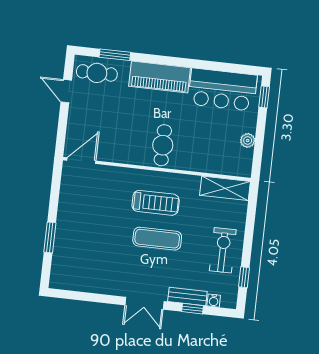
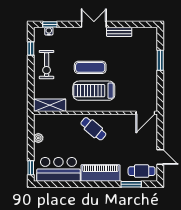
cafe table: (163, 145) -> (93, 129), turned -50
treadmill: (156, 203) -> (94, 91), width x1.37, depth x1.38
bench: (187, 296) -> (119, 32), moved
window: (192, 309) -> (50, 24), moved

